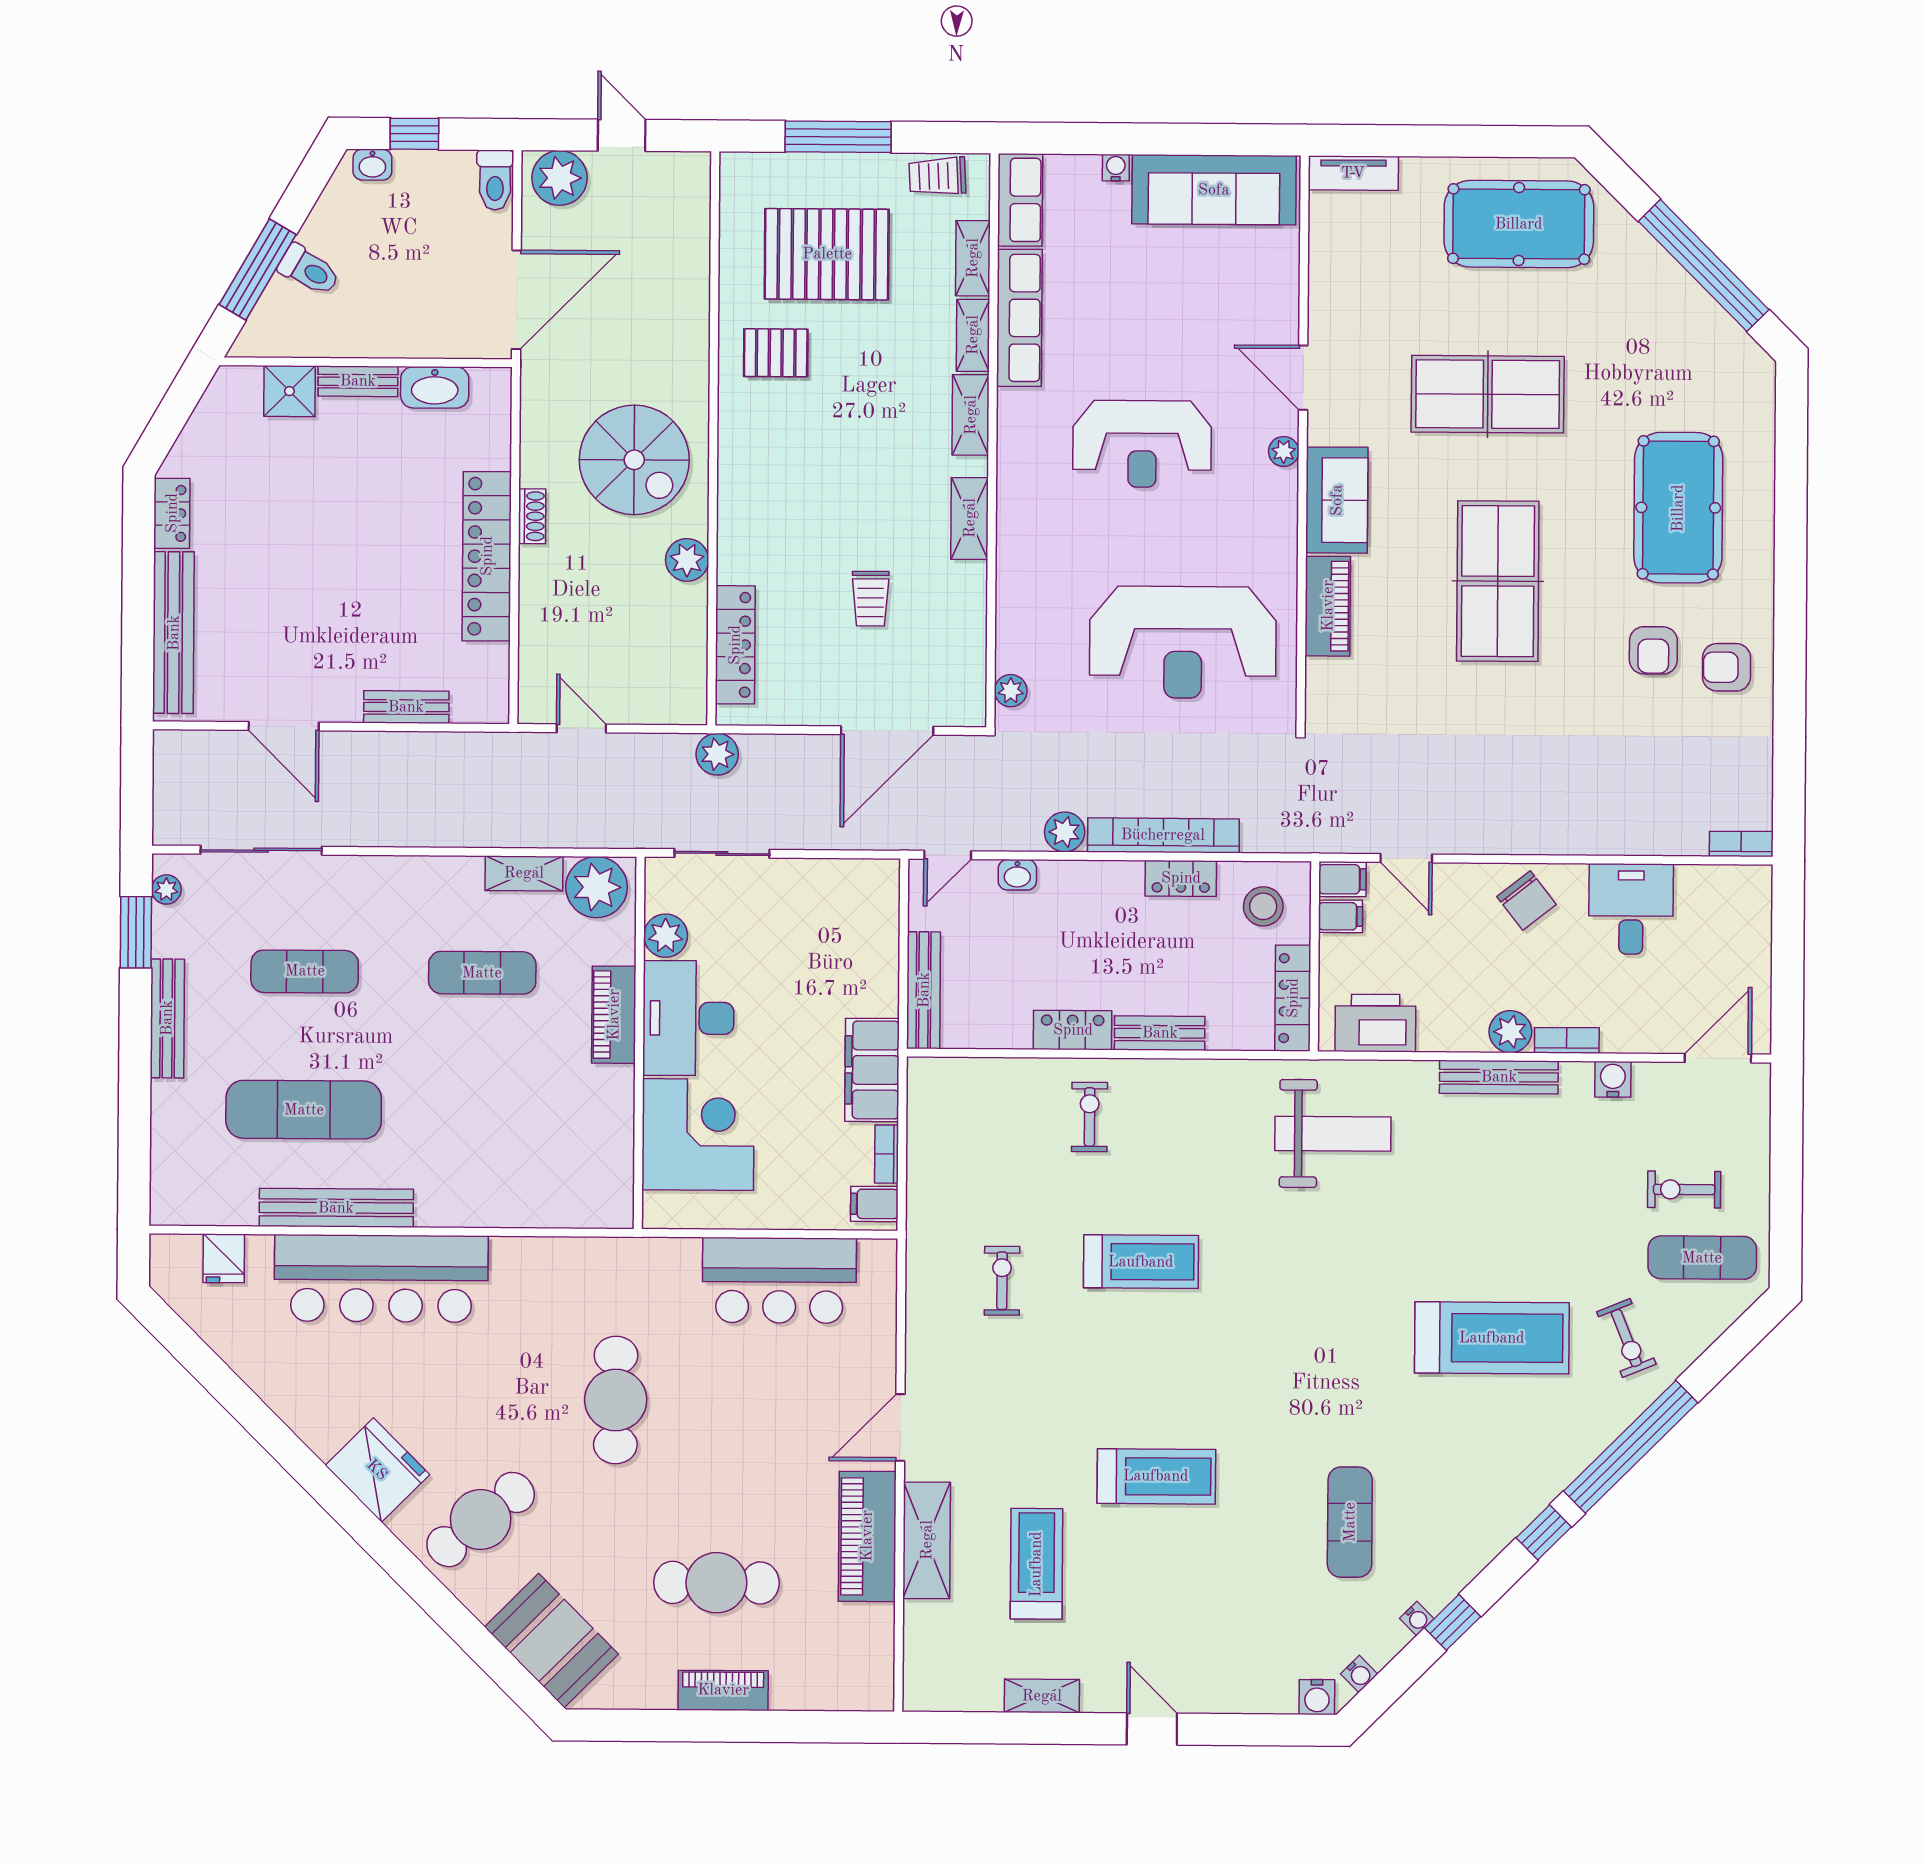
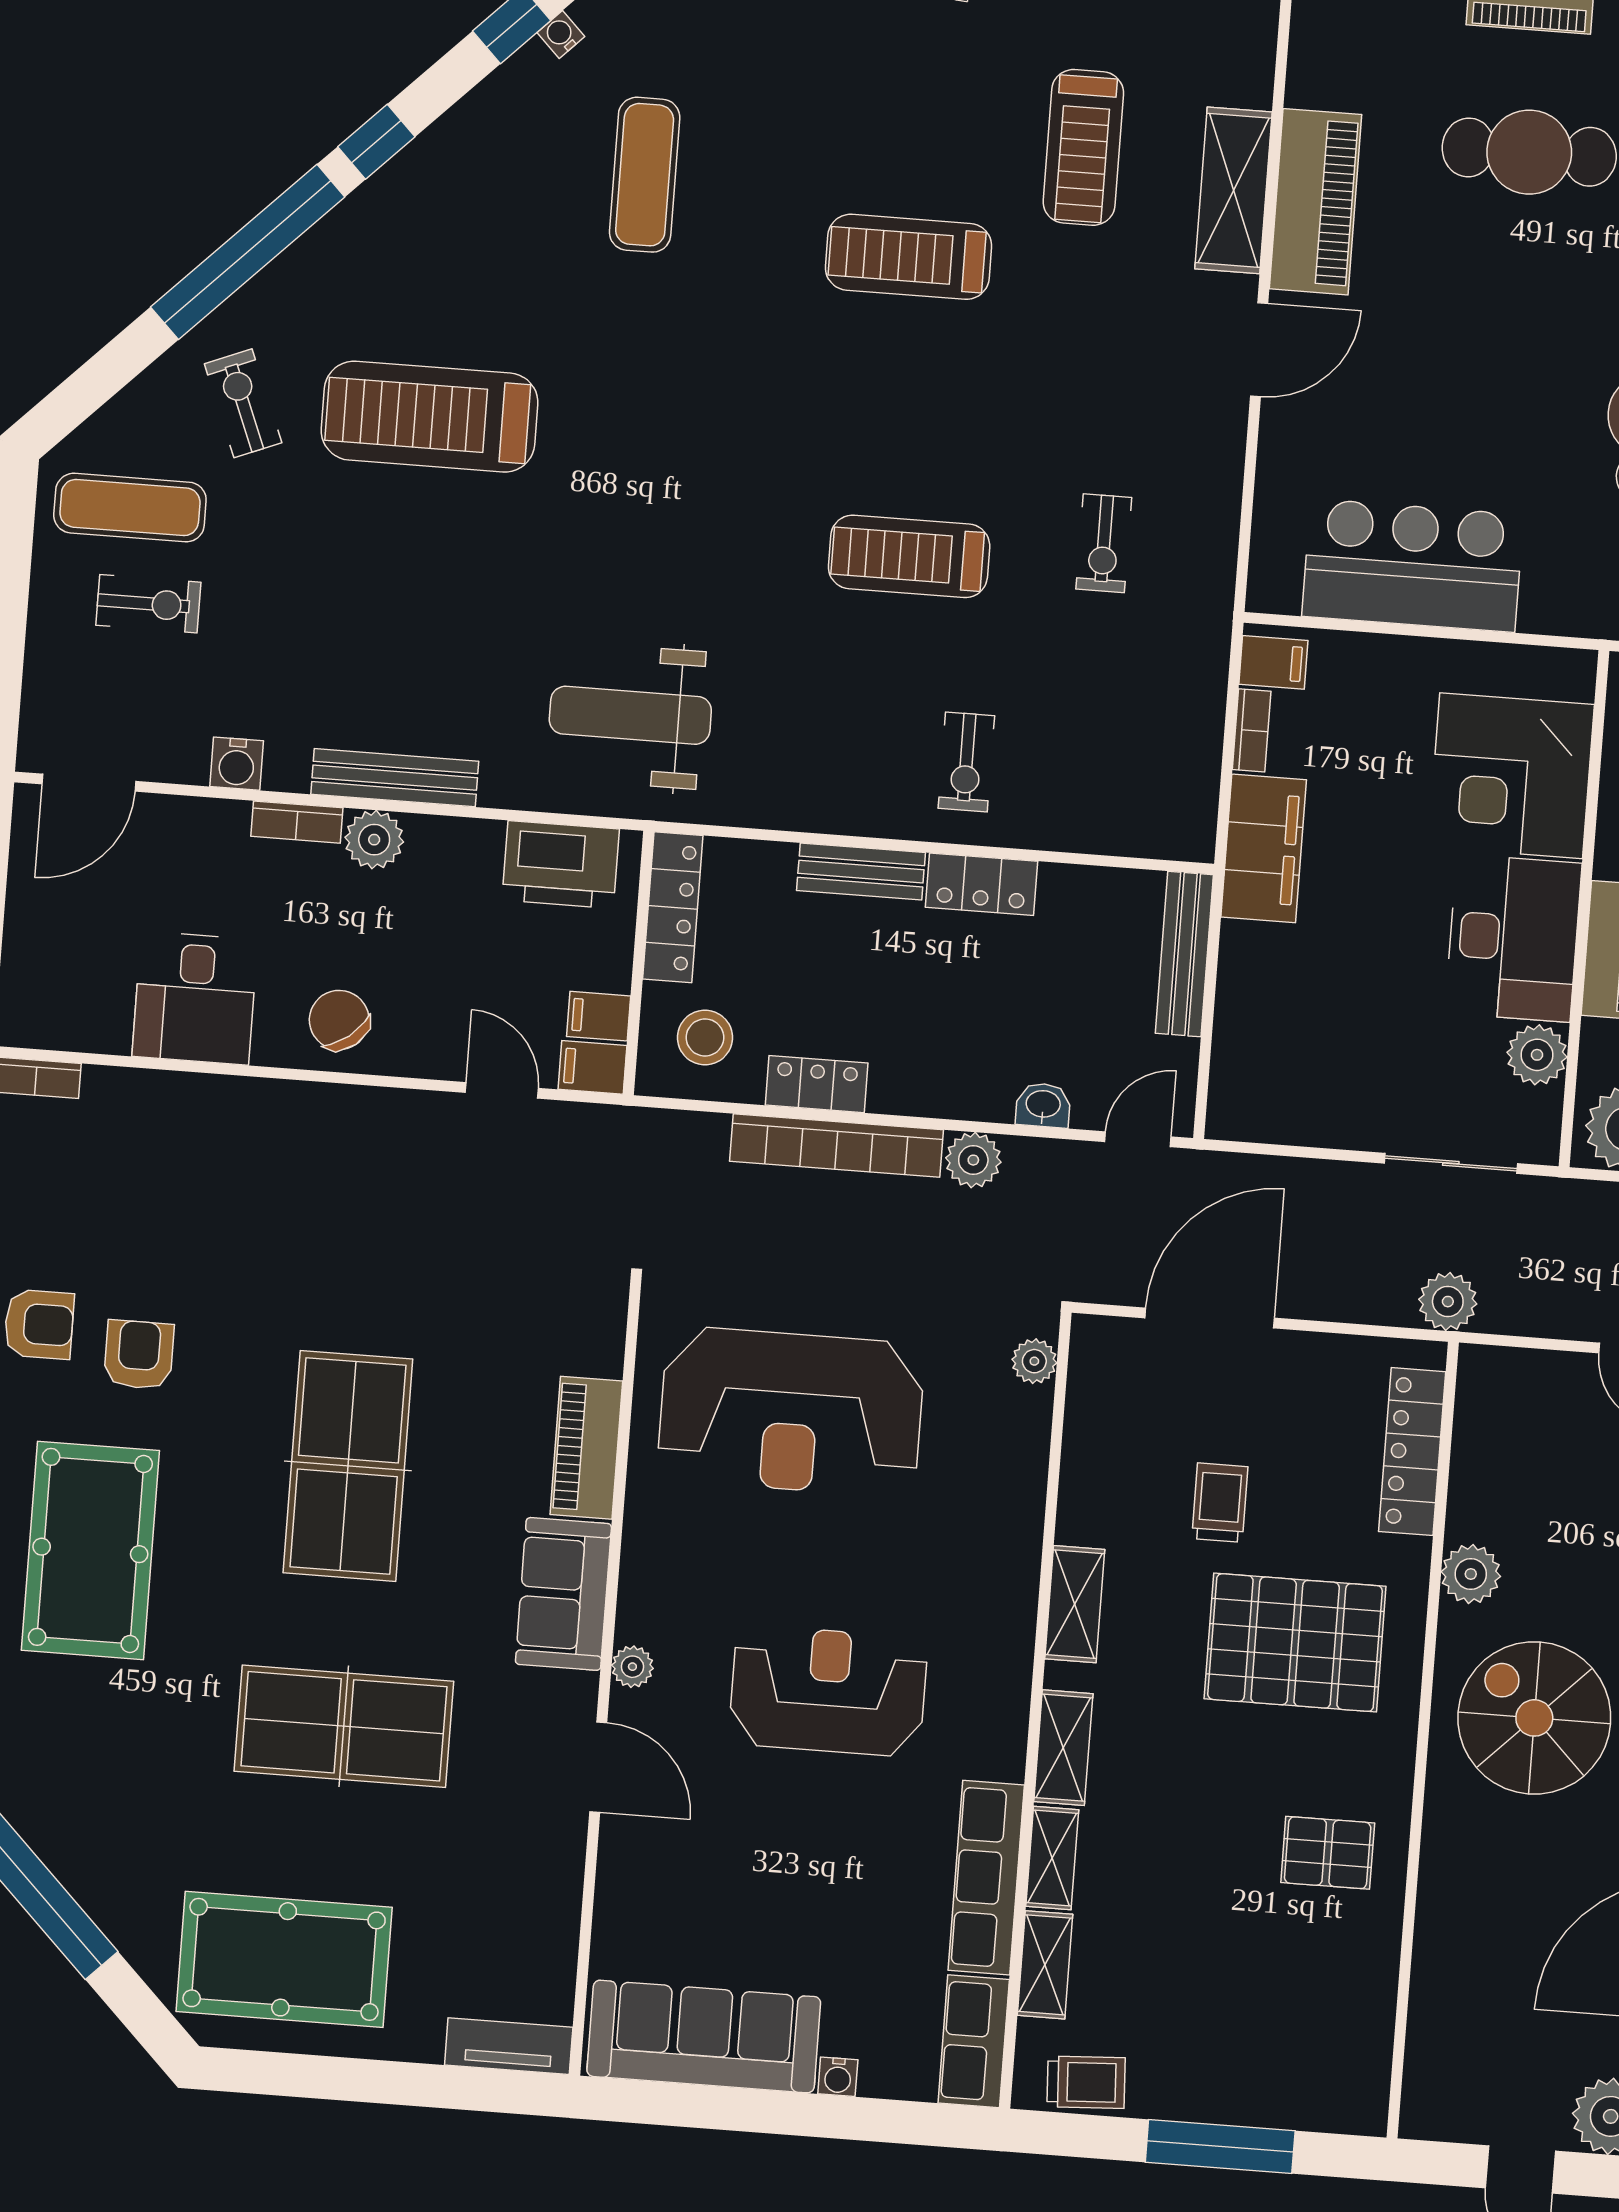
pallet: (827, 254) -> (1295, 1643), moved
reception desk: (1183, 642) -> (791, 1412), turned 180

